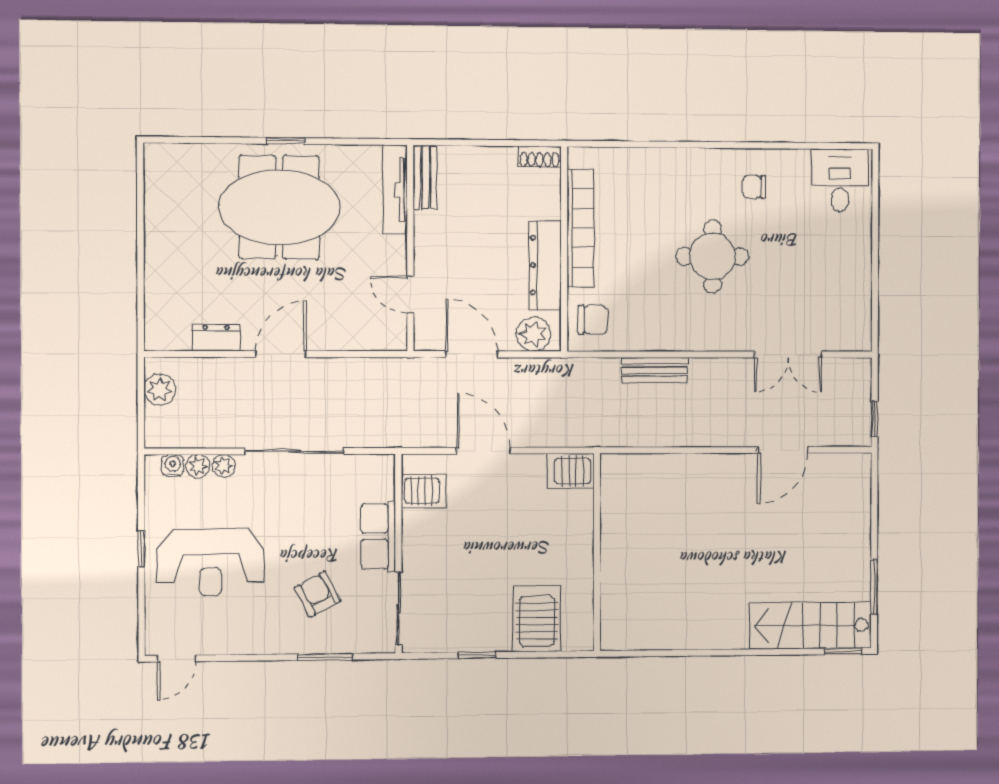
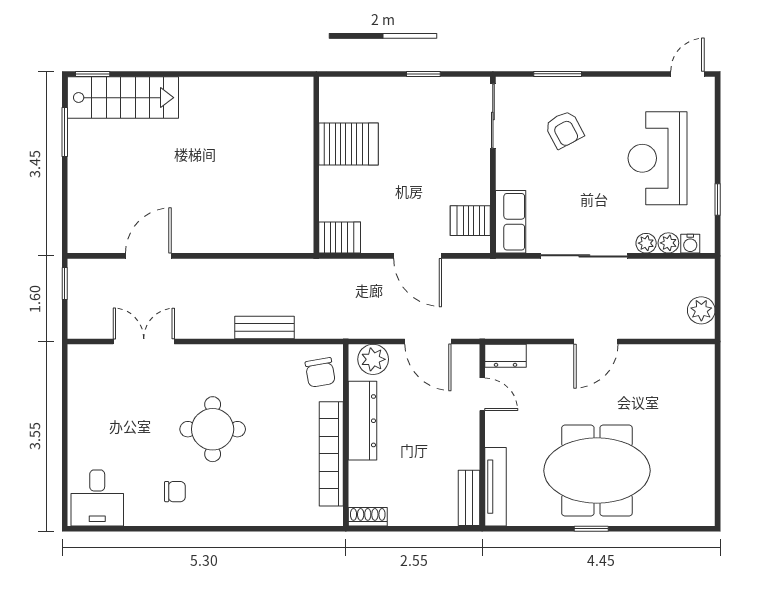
chair: (593, 320) -> (320, 372), turned -100
dresser: (216, 338) -> (506, 356), moved
row of seats: (378, 536) -> (511, 222), moved
window: (141, 549) -> (718, 199), moved
reception desk: (211, 562) -> (658, 158), turned -90
server rack: (537, 618) -> (349, 144), moved, turned -90

